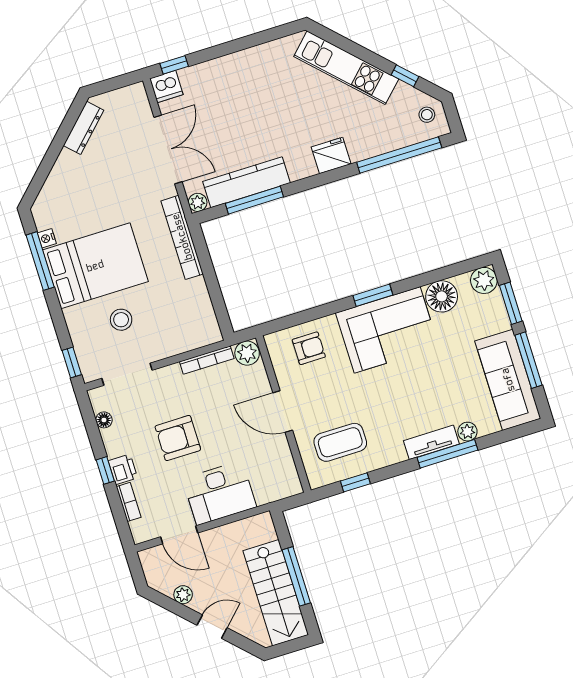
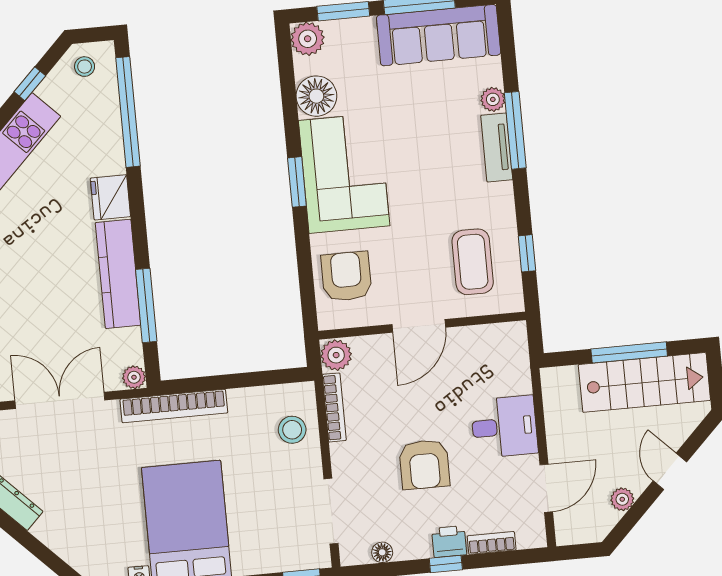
kitchen counter: (246, 182) -> (118, 274), moved
stool: (121, 320) -> (292, 430), moved
armchair: (309, 348) -> (346, 276), width x1.38, depth x1.38
desk: (219, 493) -> (504, 427), width x0.73

